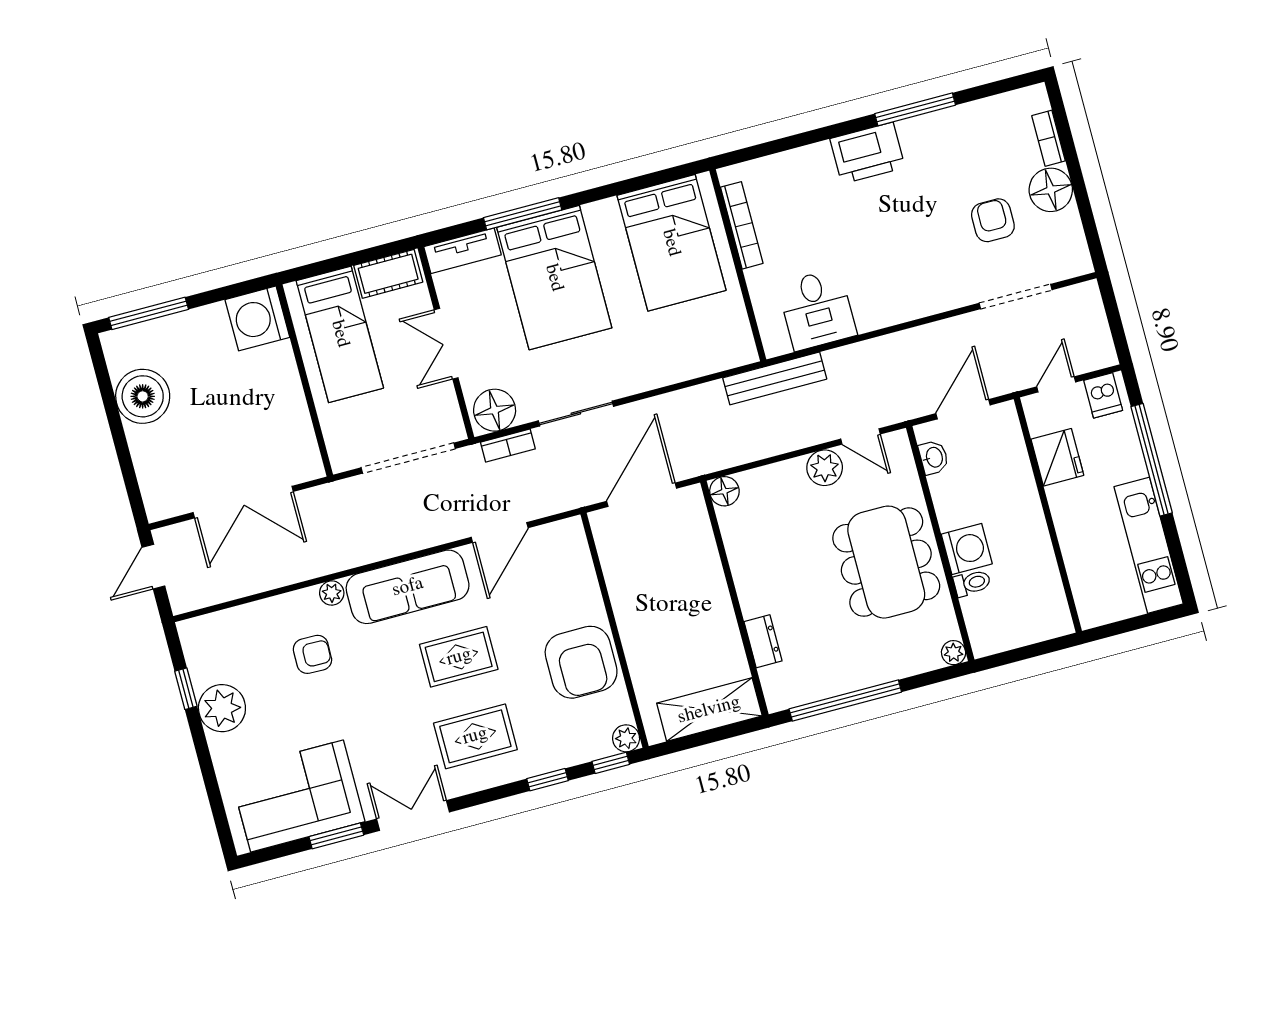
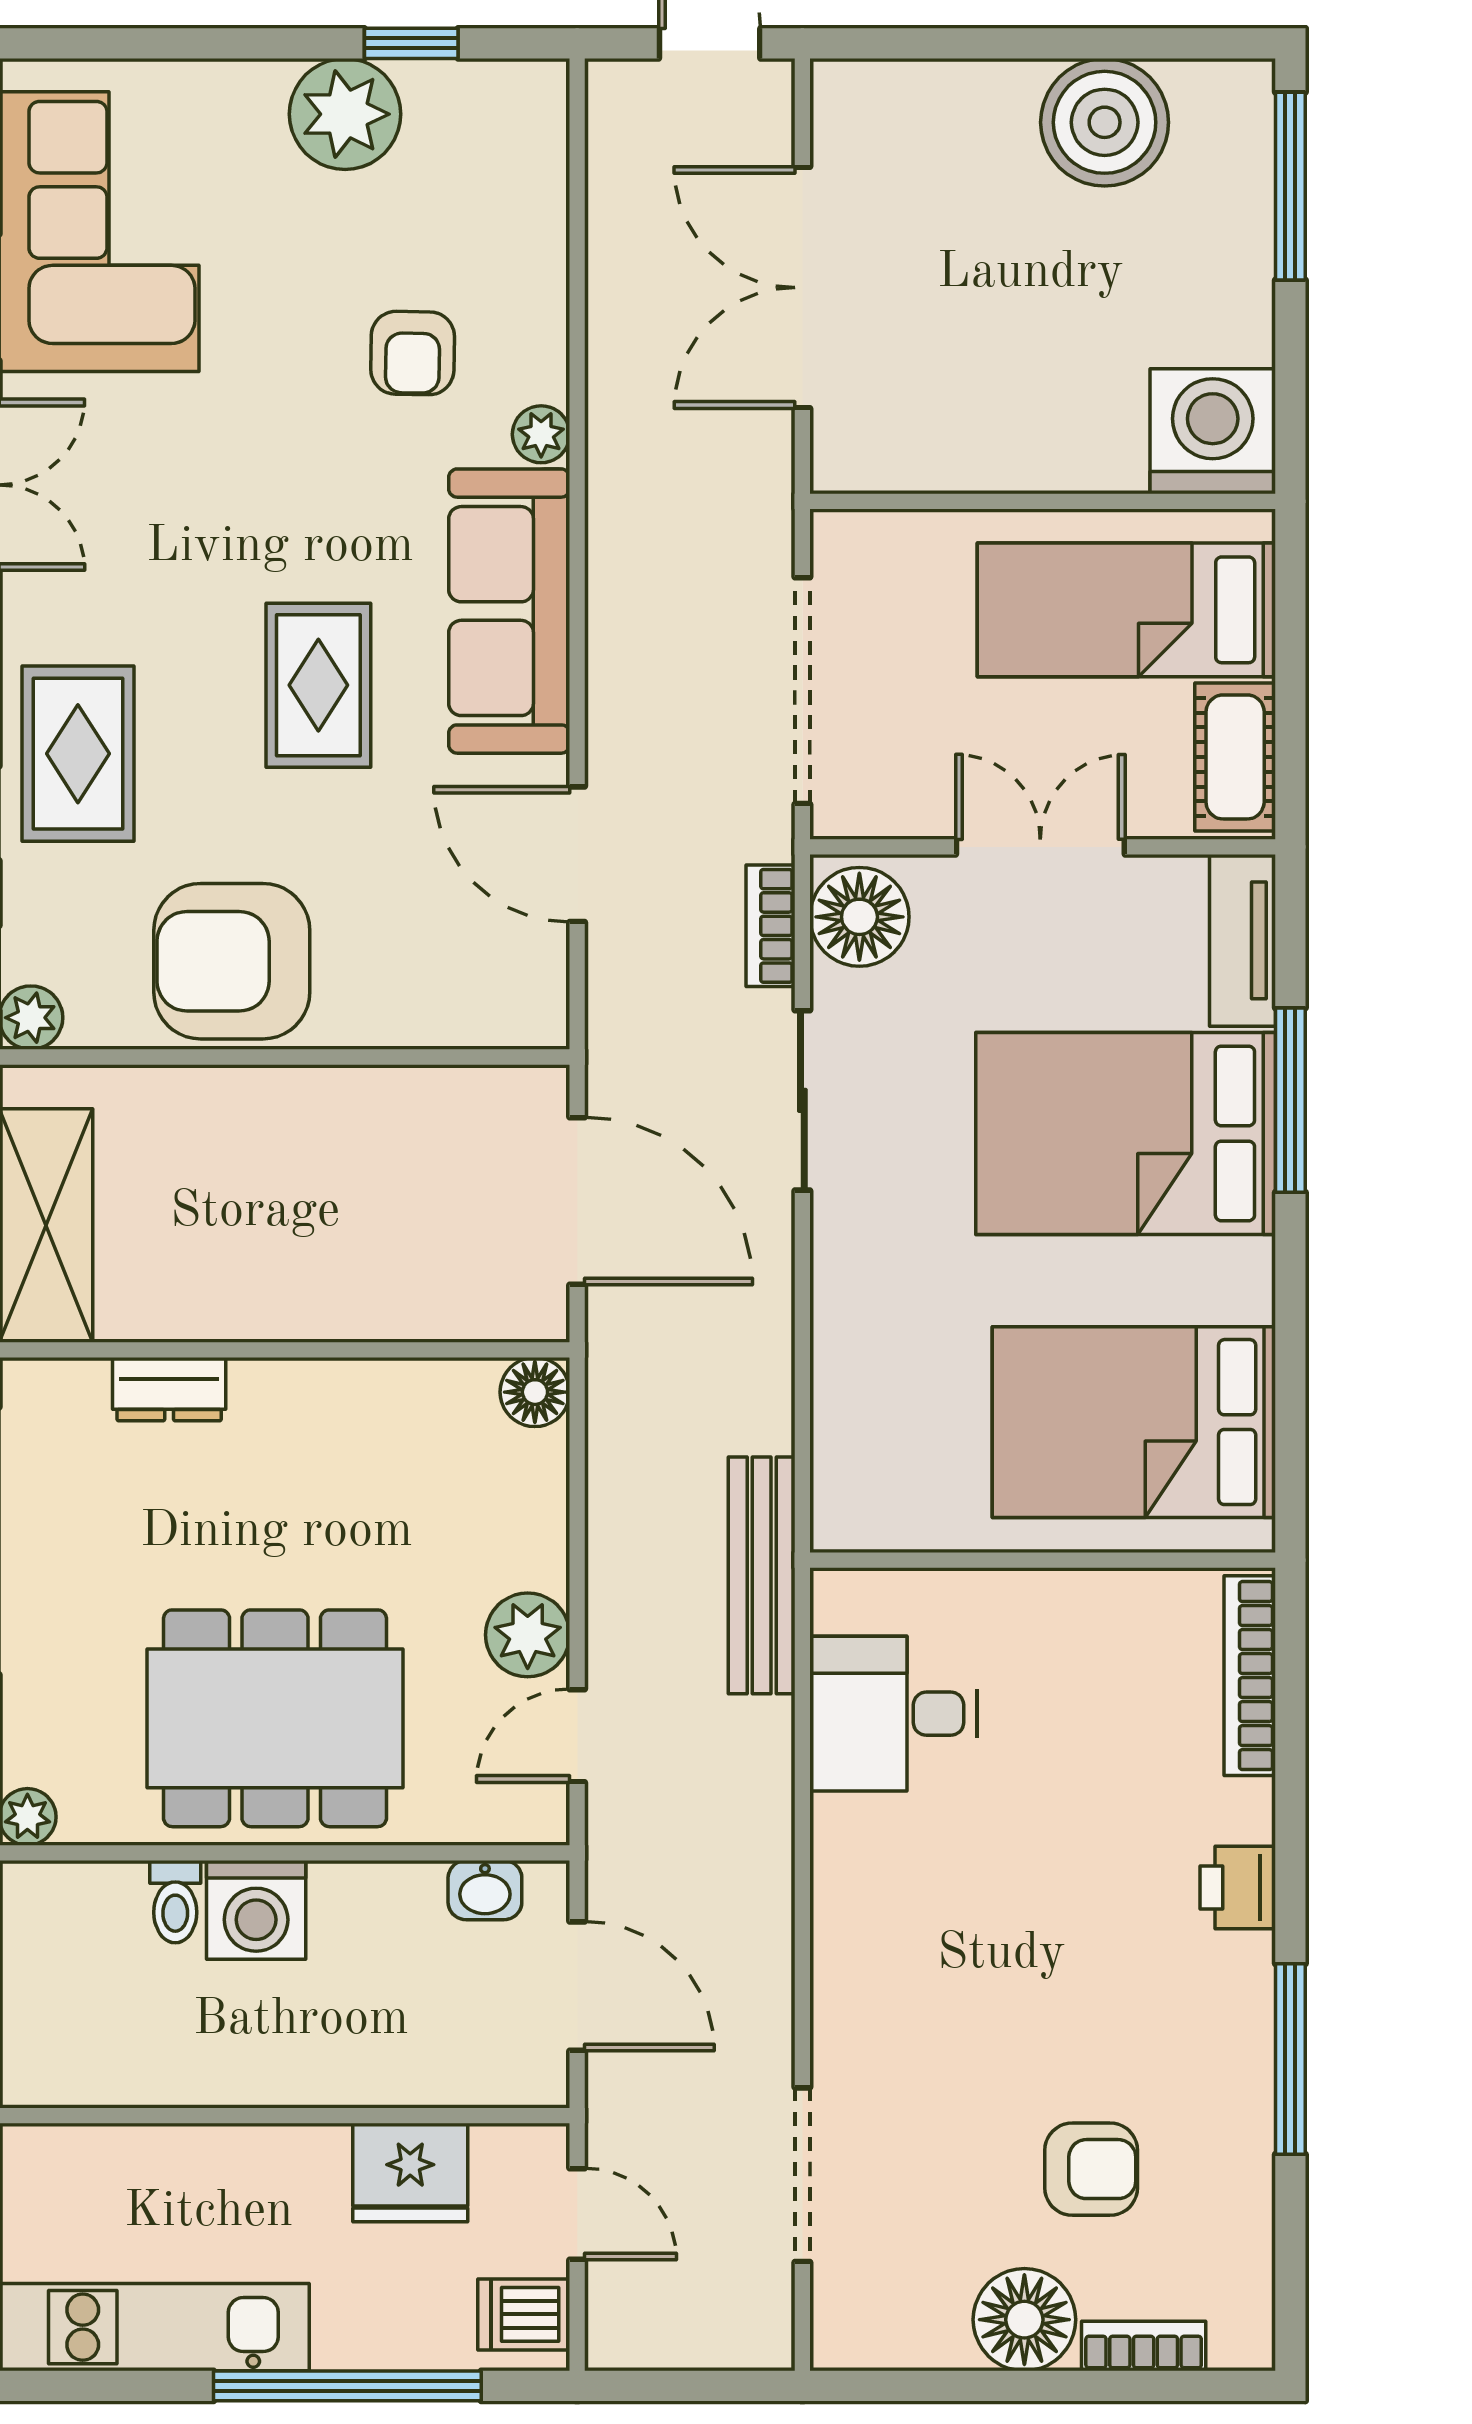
printer: (867, 153) -> (1238, 1887), width x0.53, depth x0.68
armchair: (993, 220) -> (1091, 2169), moved
bookcase: (742, 225) -> (1250, 1676), moved, turned 90
rug: (475, 736) -> (78, 754), moved

